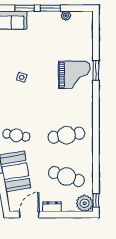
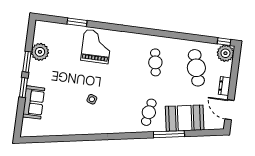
plant: (66, 16) -> (40, 52), width x1.88, depth x1.88
window: (96, 70) -> (77, 22), moved
cafe table: (66, 135) -> (155, 62), width x0.73, depth x0.74
cafe table: (66, 176) -> (196, 68), turned -33

